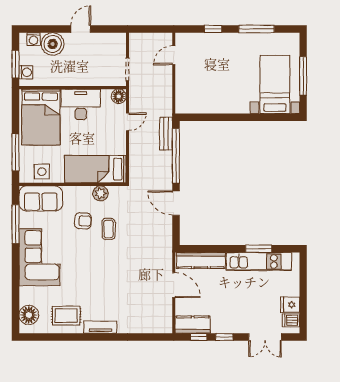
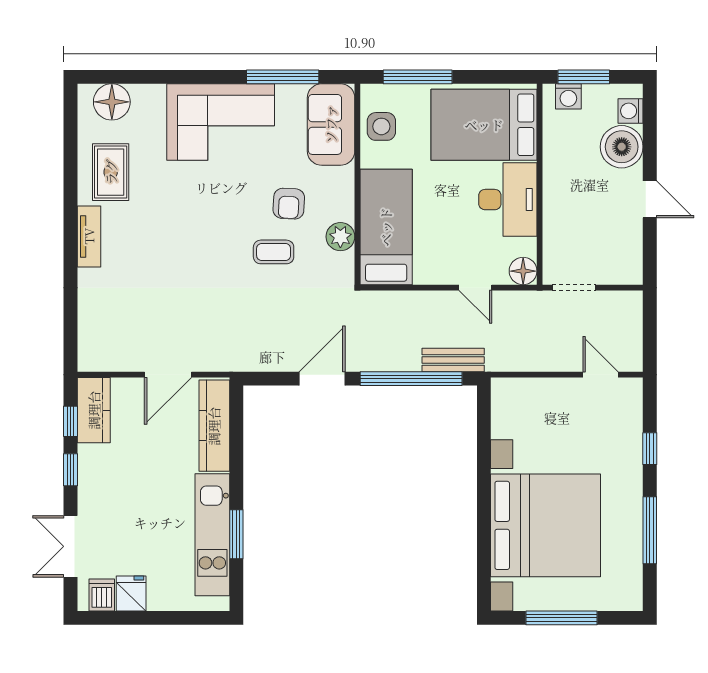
bed with nightstands: (275, 84) -> (545, 525), width x1.85

